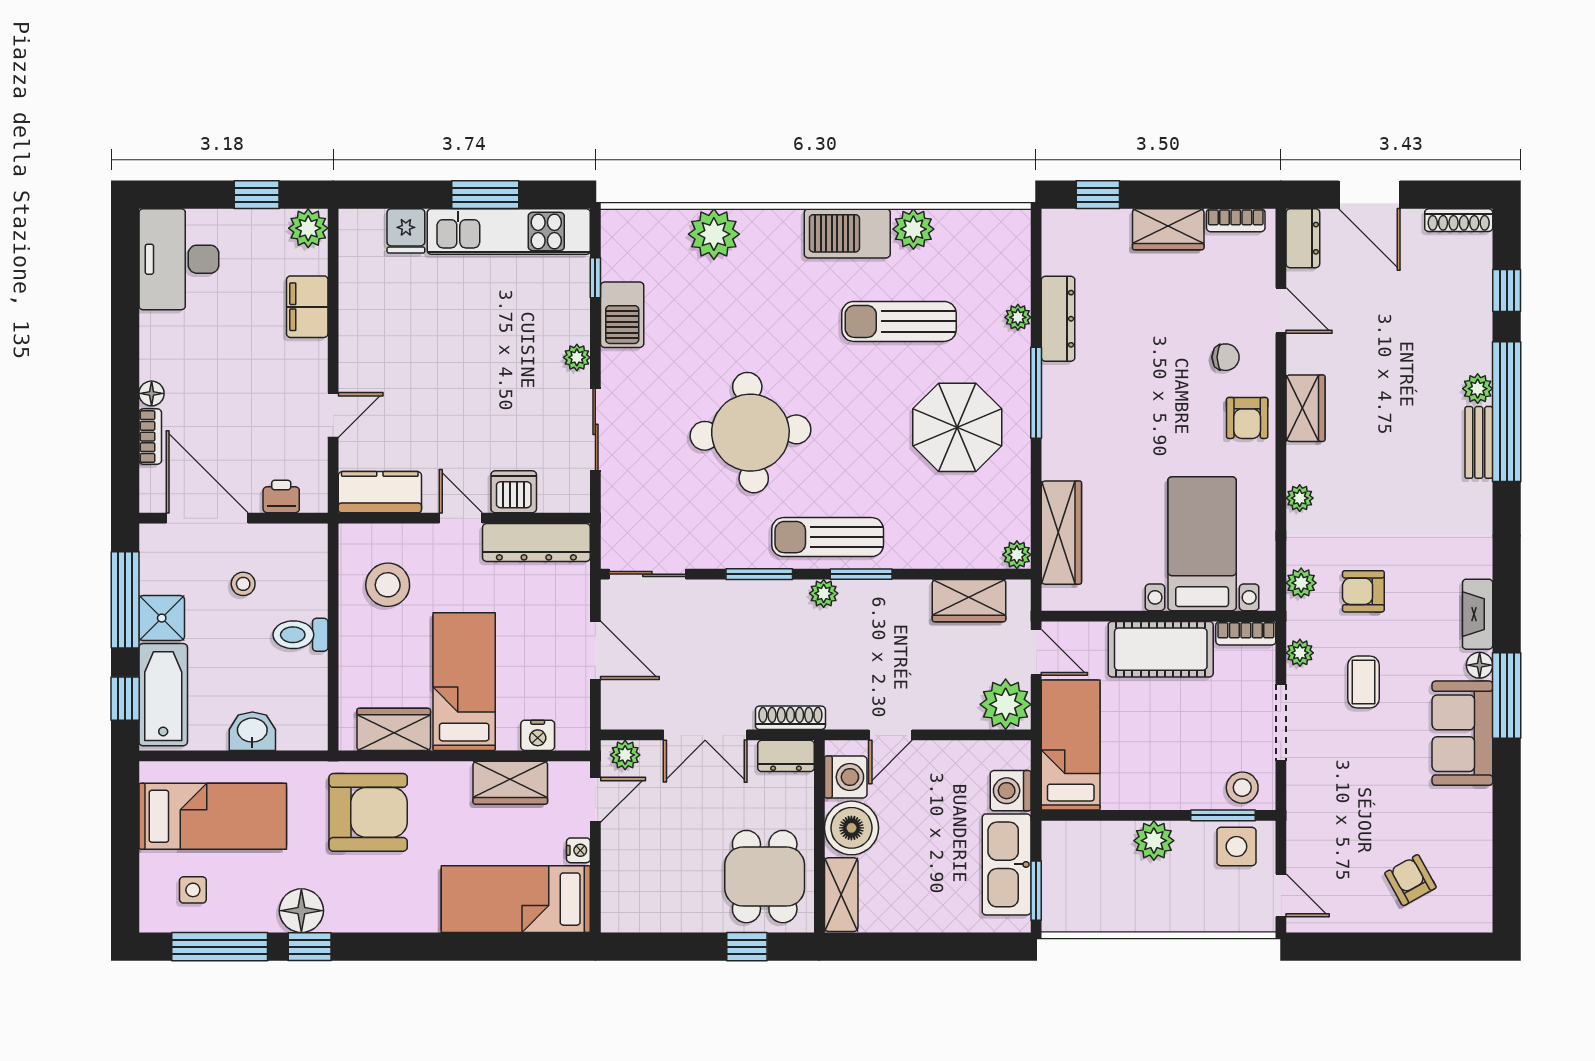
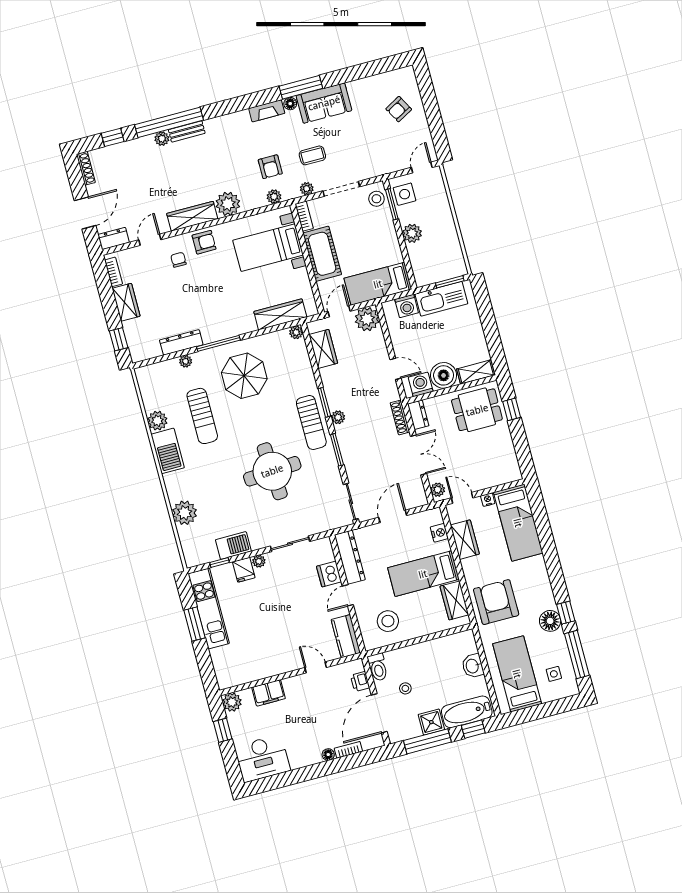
fridge: (406, 231) -> (244, 570), moved, turned 90
wardrobe: (1306, 408) -> (192, 216), width x1.50
plant: (1300, 498) -> (228, 204), width x1.88, depth x1.88
toilet: (300, 635) -> (378, 667), moved

